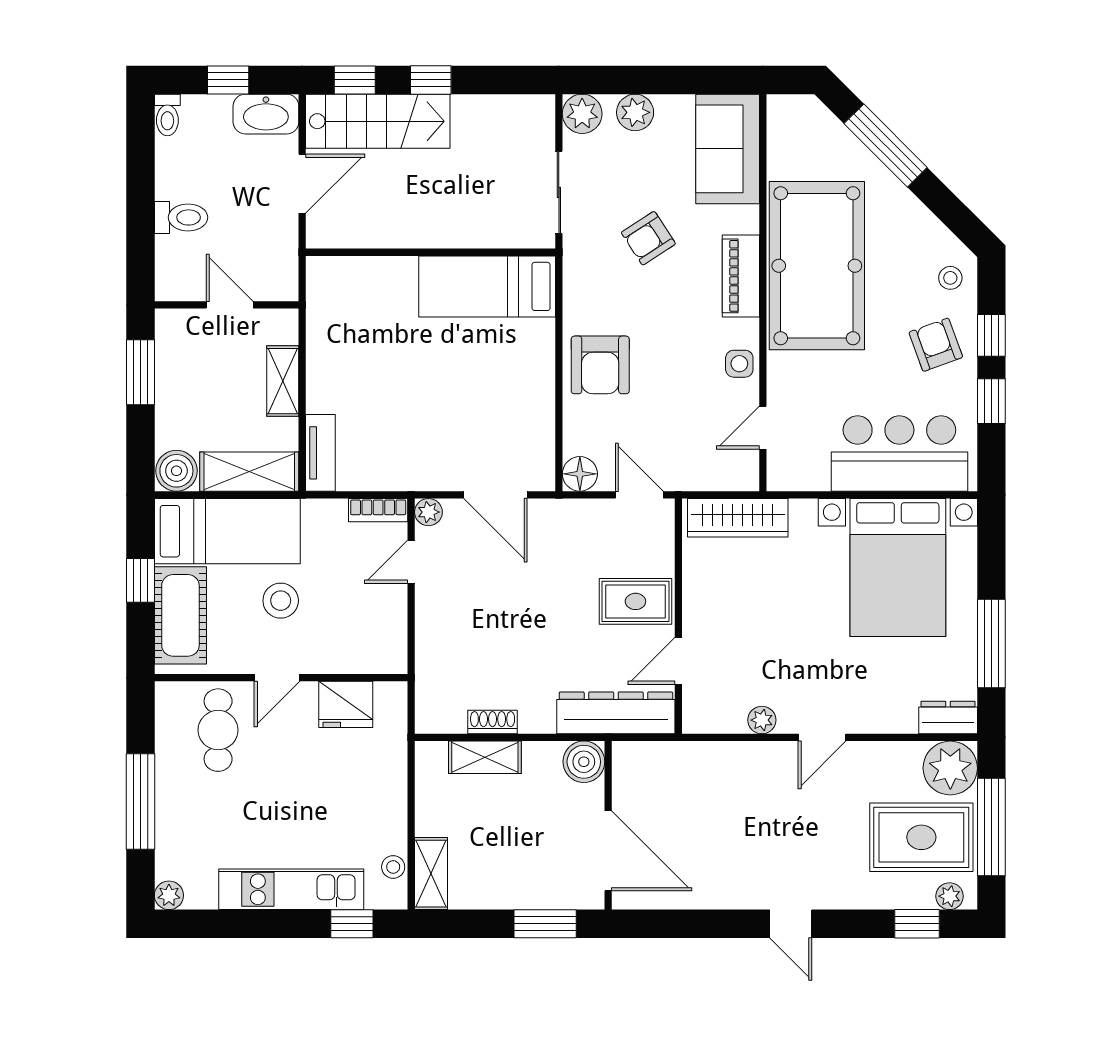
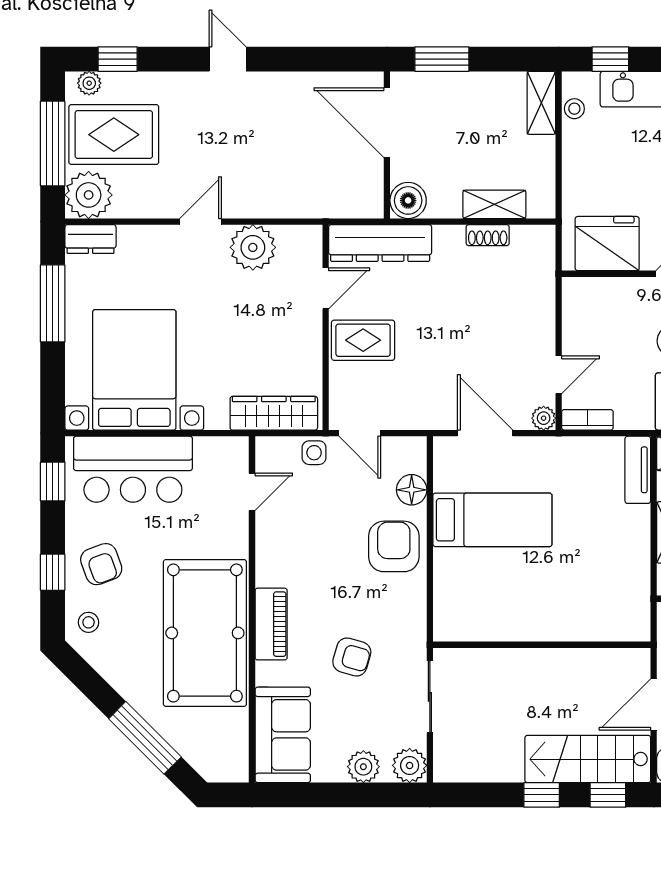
armchair: (648, 238) -> (352, 657), turned 49
bed: (487, 286) -> (492, 520), moved
side table: (739, 364) -> (314, 453), moved
window: (991, 401) -> (53, 482), moved
floor lamp: (580, 474) -> (412, 490), moved
fridge: (346, 704) -> (607, 244), width x1.36, depth x1.34
plant: (762, 720) -> (253, 247), width x1.87, depth x1.87

